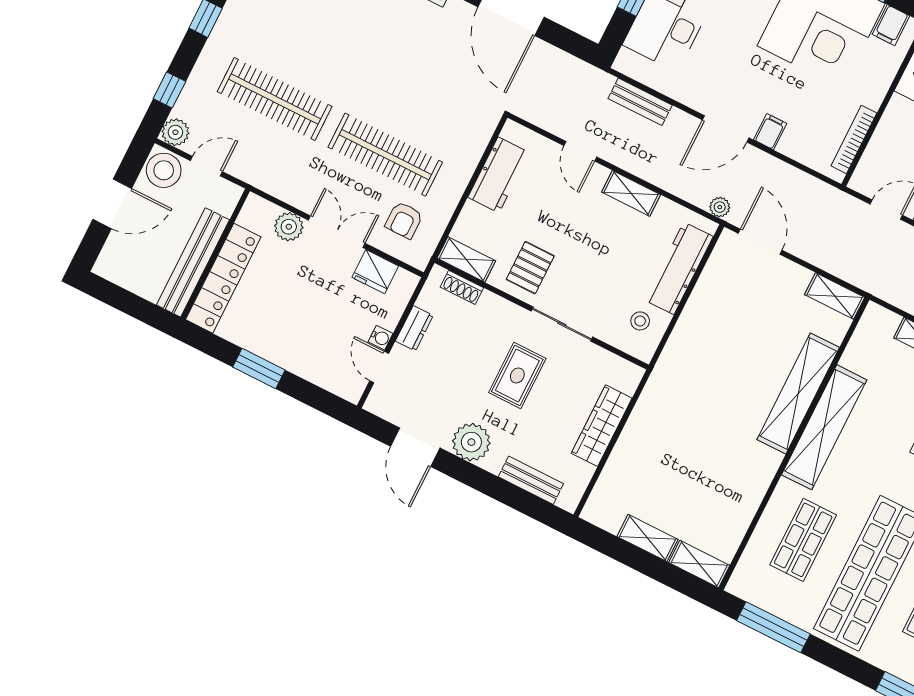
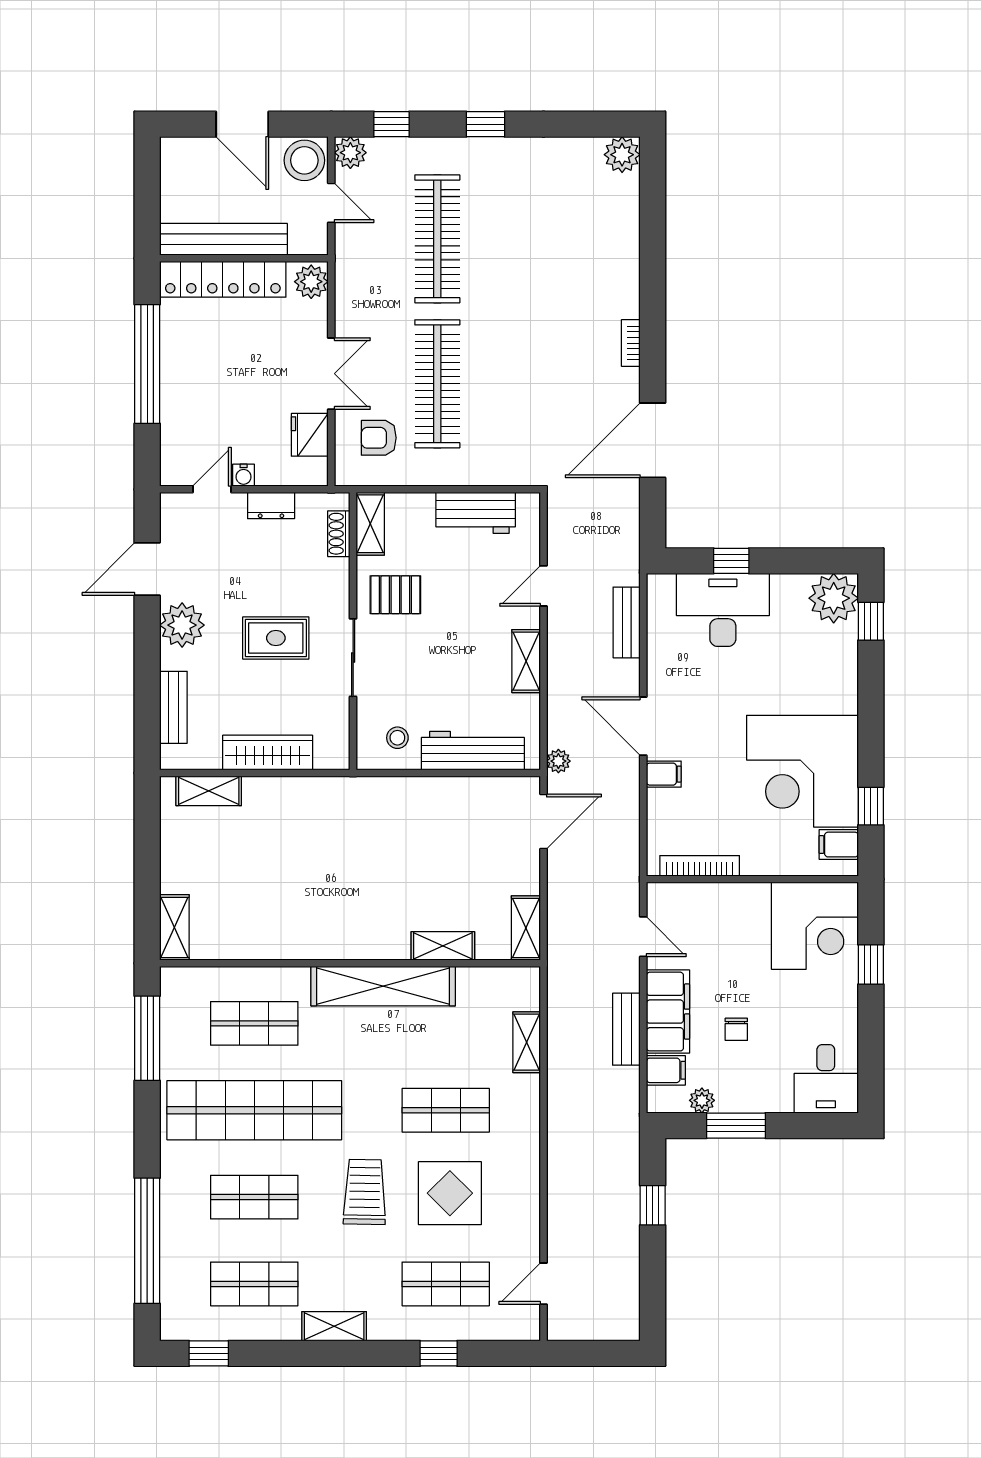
plant: (289, 227) -> (311, 282), moved
window: (259, 369) -> (147, 364), width x2.11
shelving: (798, 394) -> (443, 946), width x0.45, depth x0.75
shelving: (647, 538) -> (209, 791), moved, turned 90

